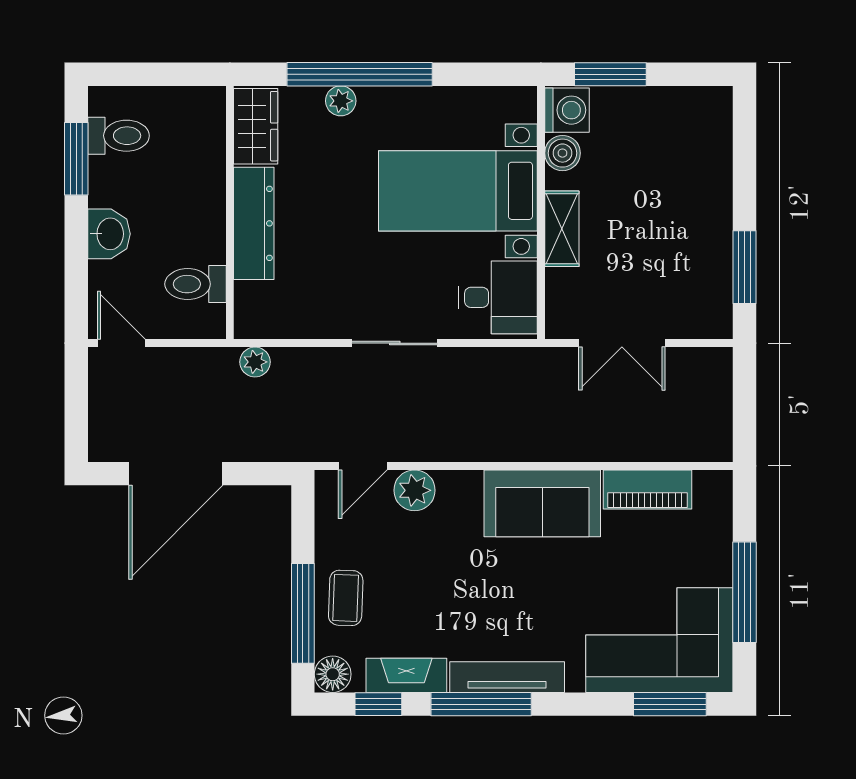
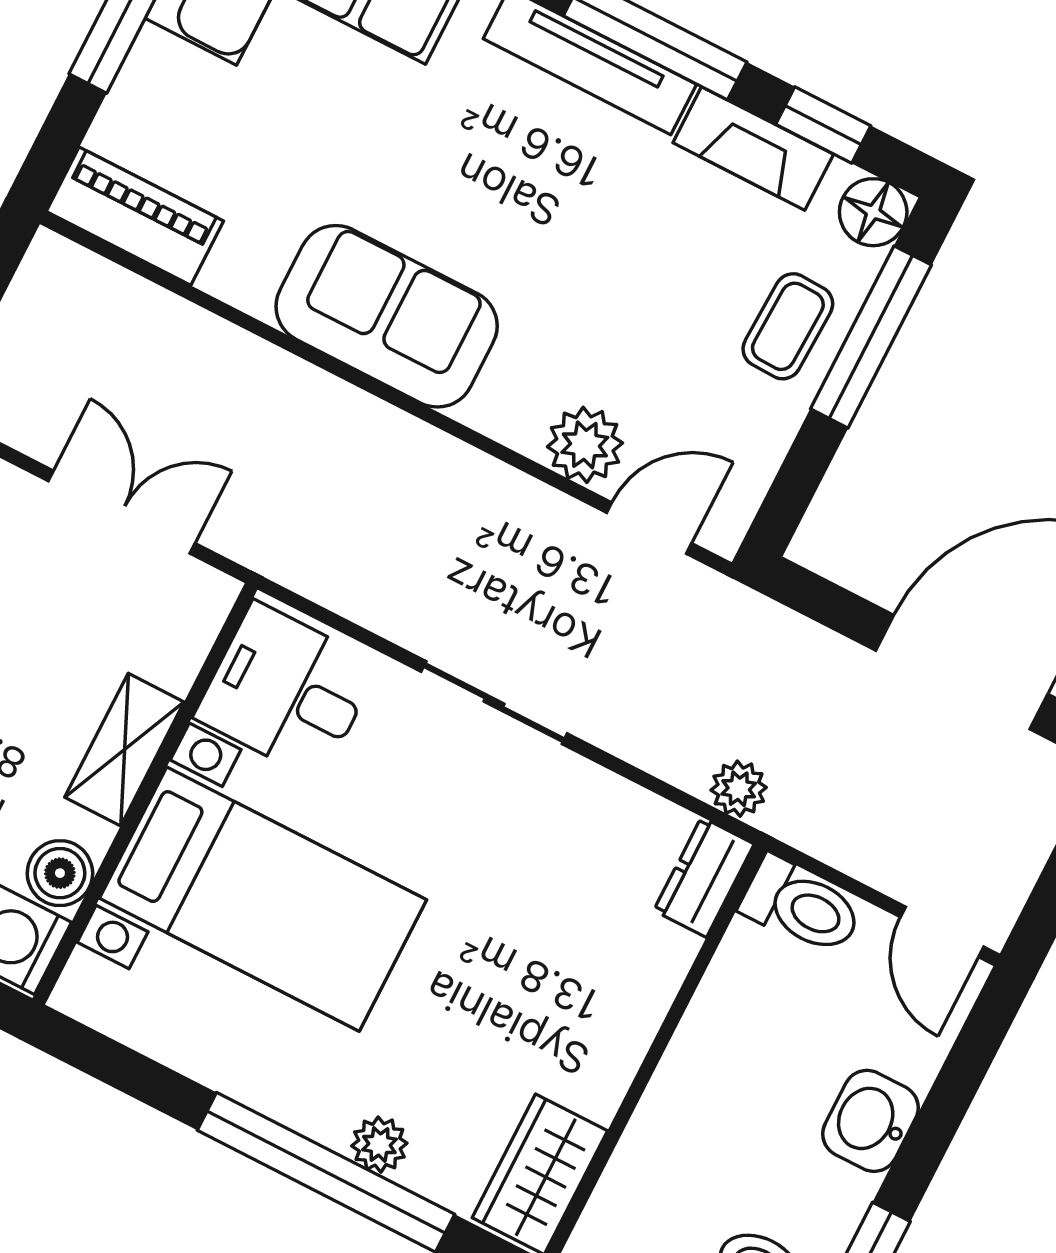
dresser: (254, 223) -> (704, 877), moved, width x0.51, depth x0.80
toilet: (195, 284) -> (801, 906), moved
piano: (648, 489) -> (135, 216), moved

